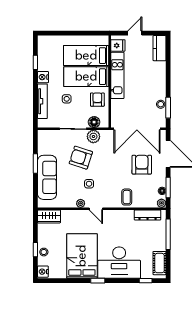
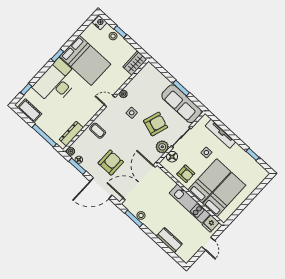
kitchen counter: (160, 48) -> (169, 240), moved
nightstand: (43, 77) -> (237, 150), removed
armchair: (142, 165) -> (111, 163), turned -90
sofa: (47, 177) -> (182, 104), moved

